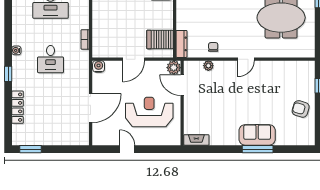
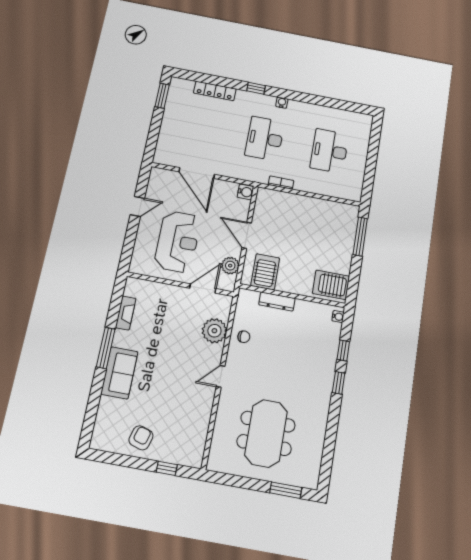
dresser: (181, 44) -> (277, 301), moved
desk: (51, 59) -> (265, 139), width x1.37
door: (246, 59) -> (221, 376), hinge flipped
plant: (208, 66) -> (214, 331), width x1.88, depth x1.88
plant: (174, 68) -> (230, 266), moved
fireplace: (196, 140) -> (126, 313), moved
window: (258, 149) -> (106, 348), moved

